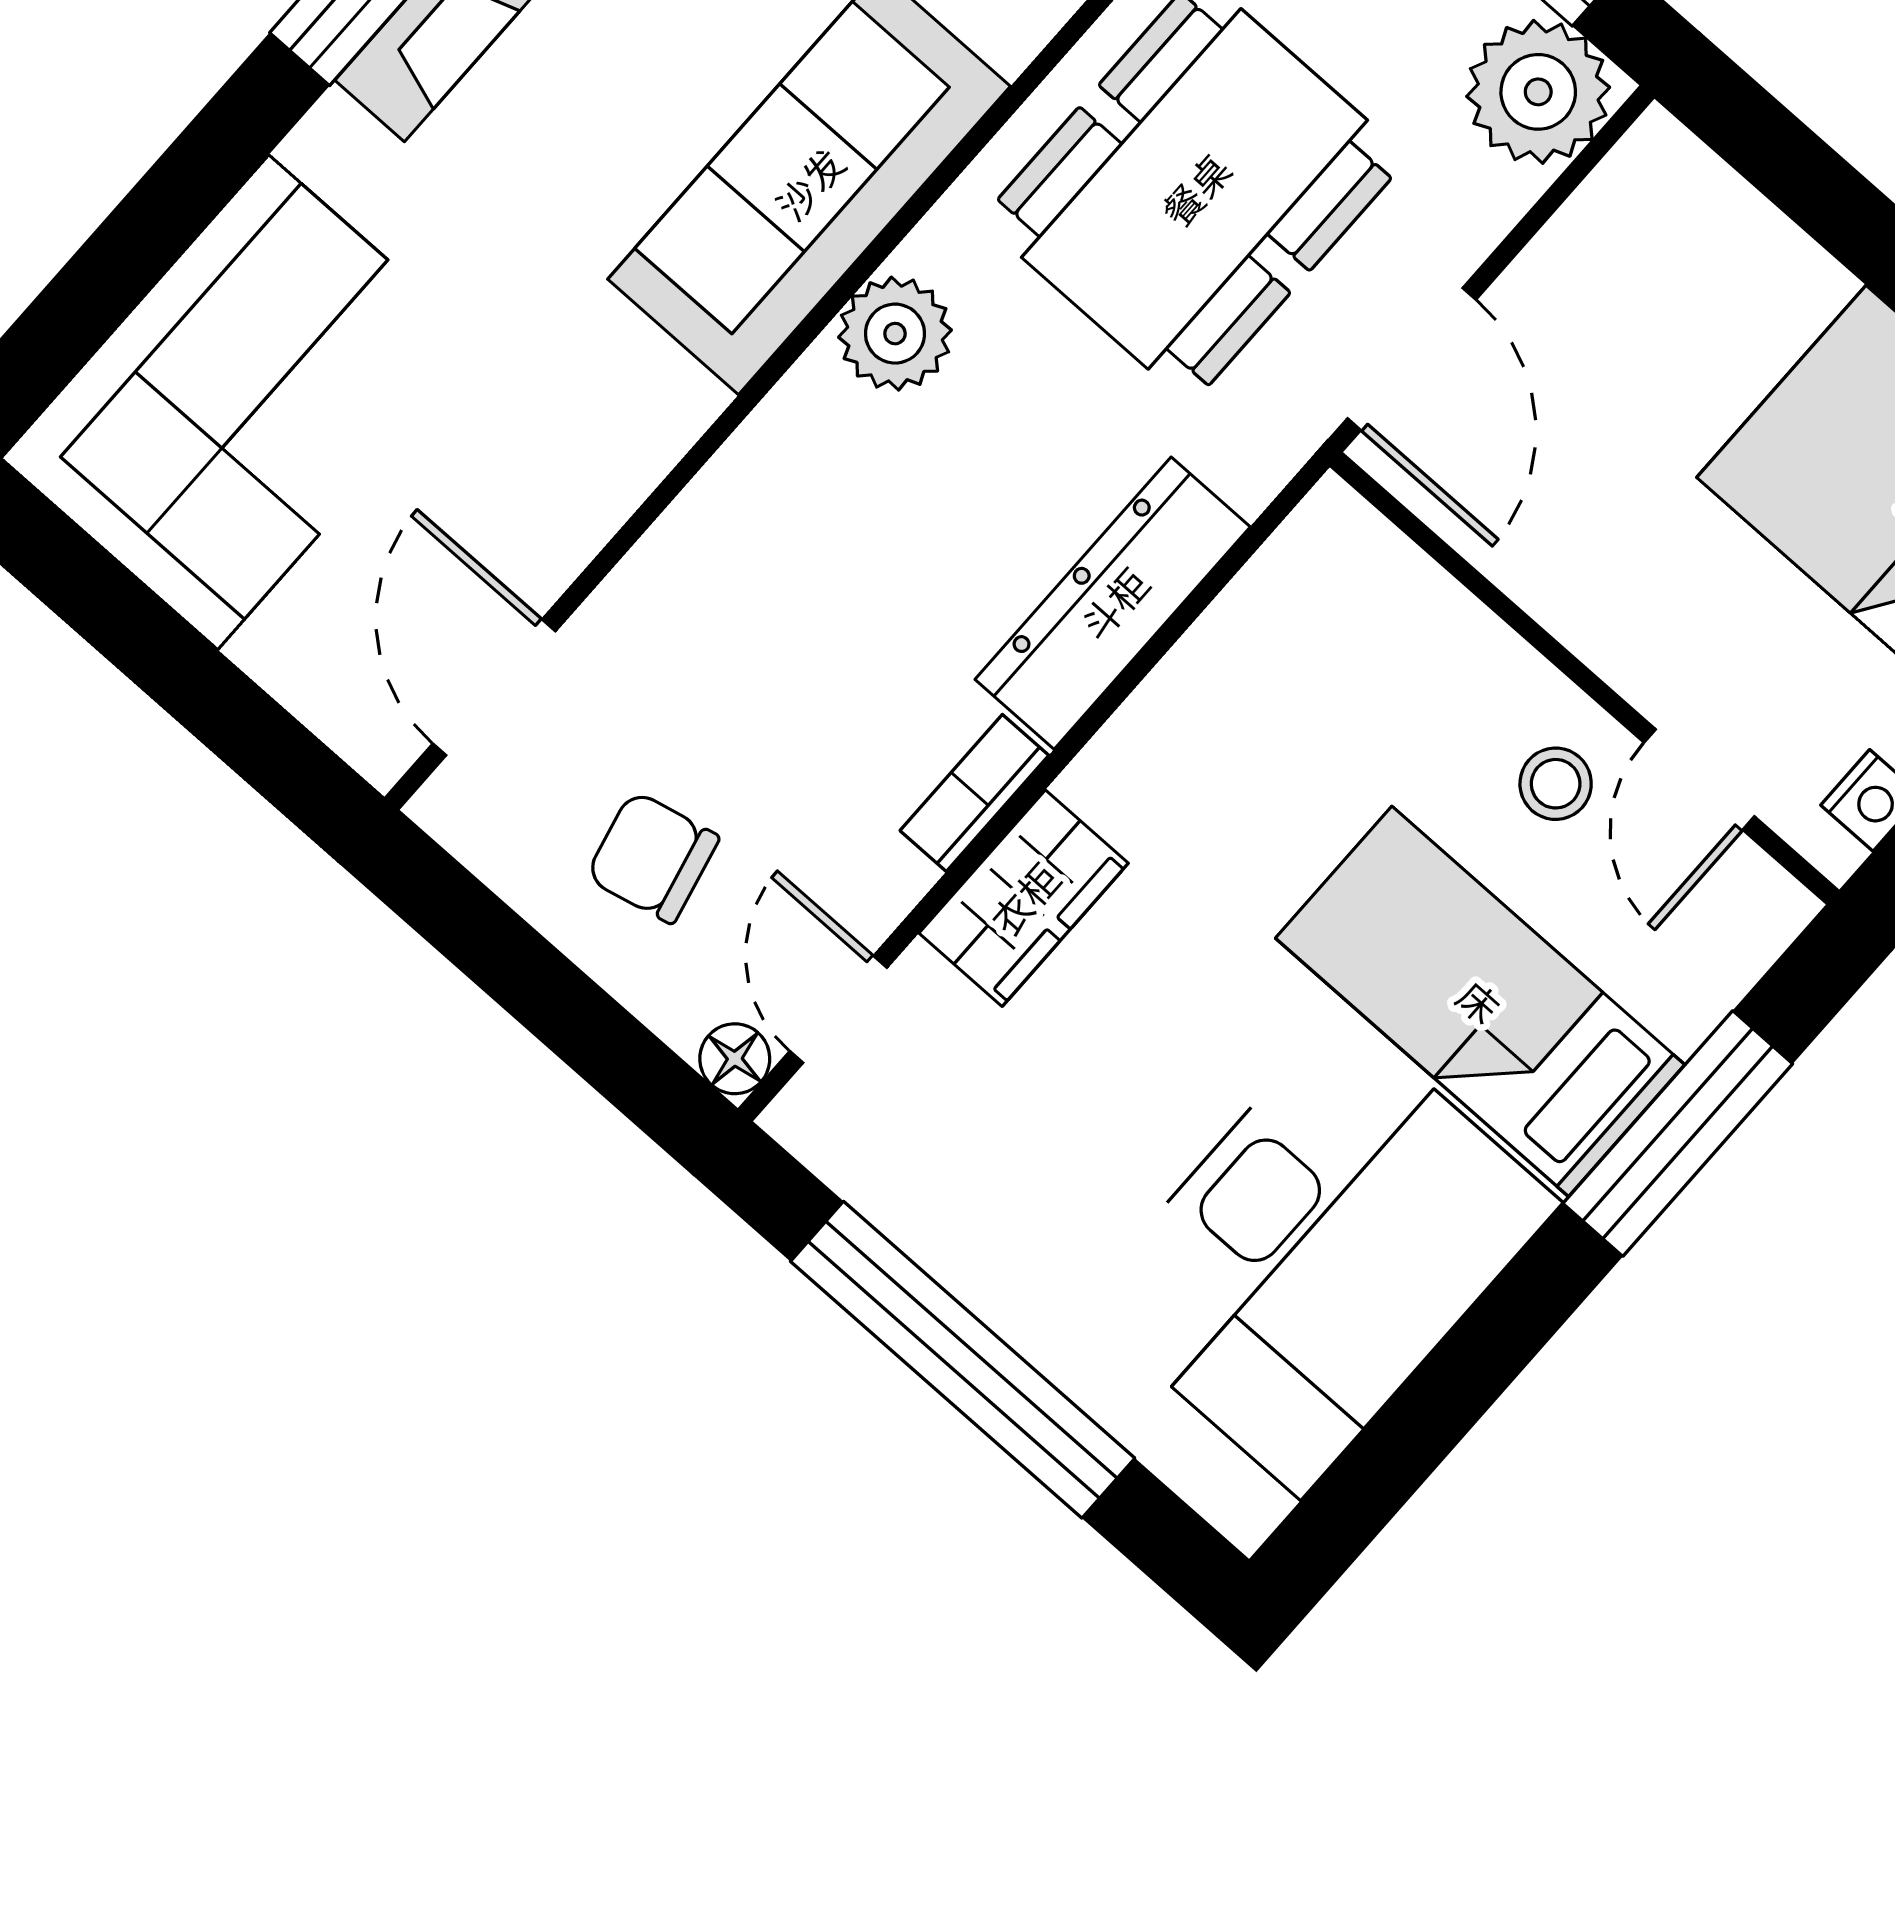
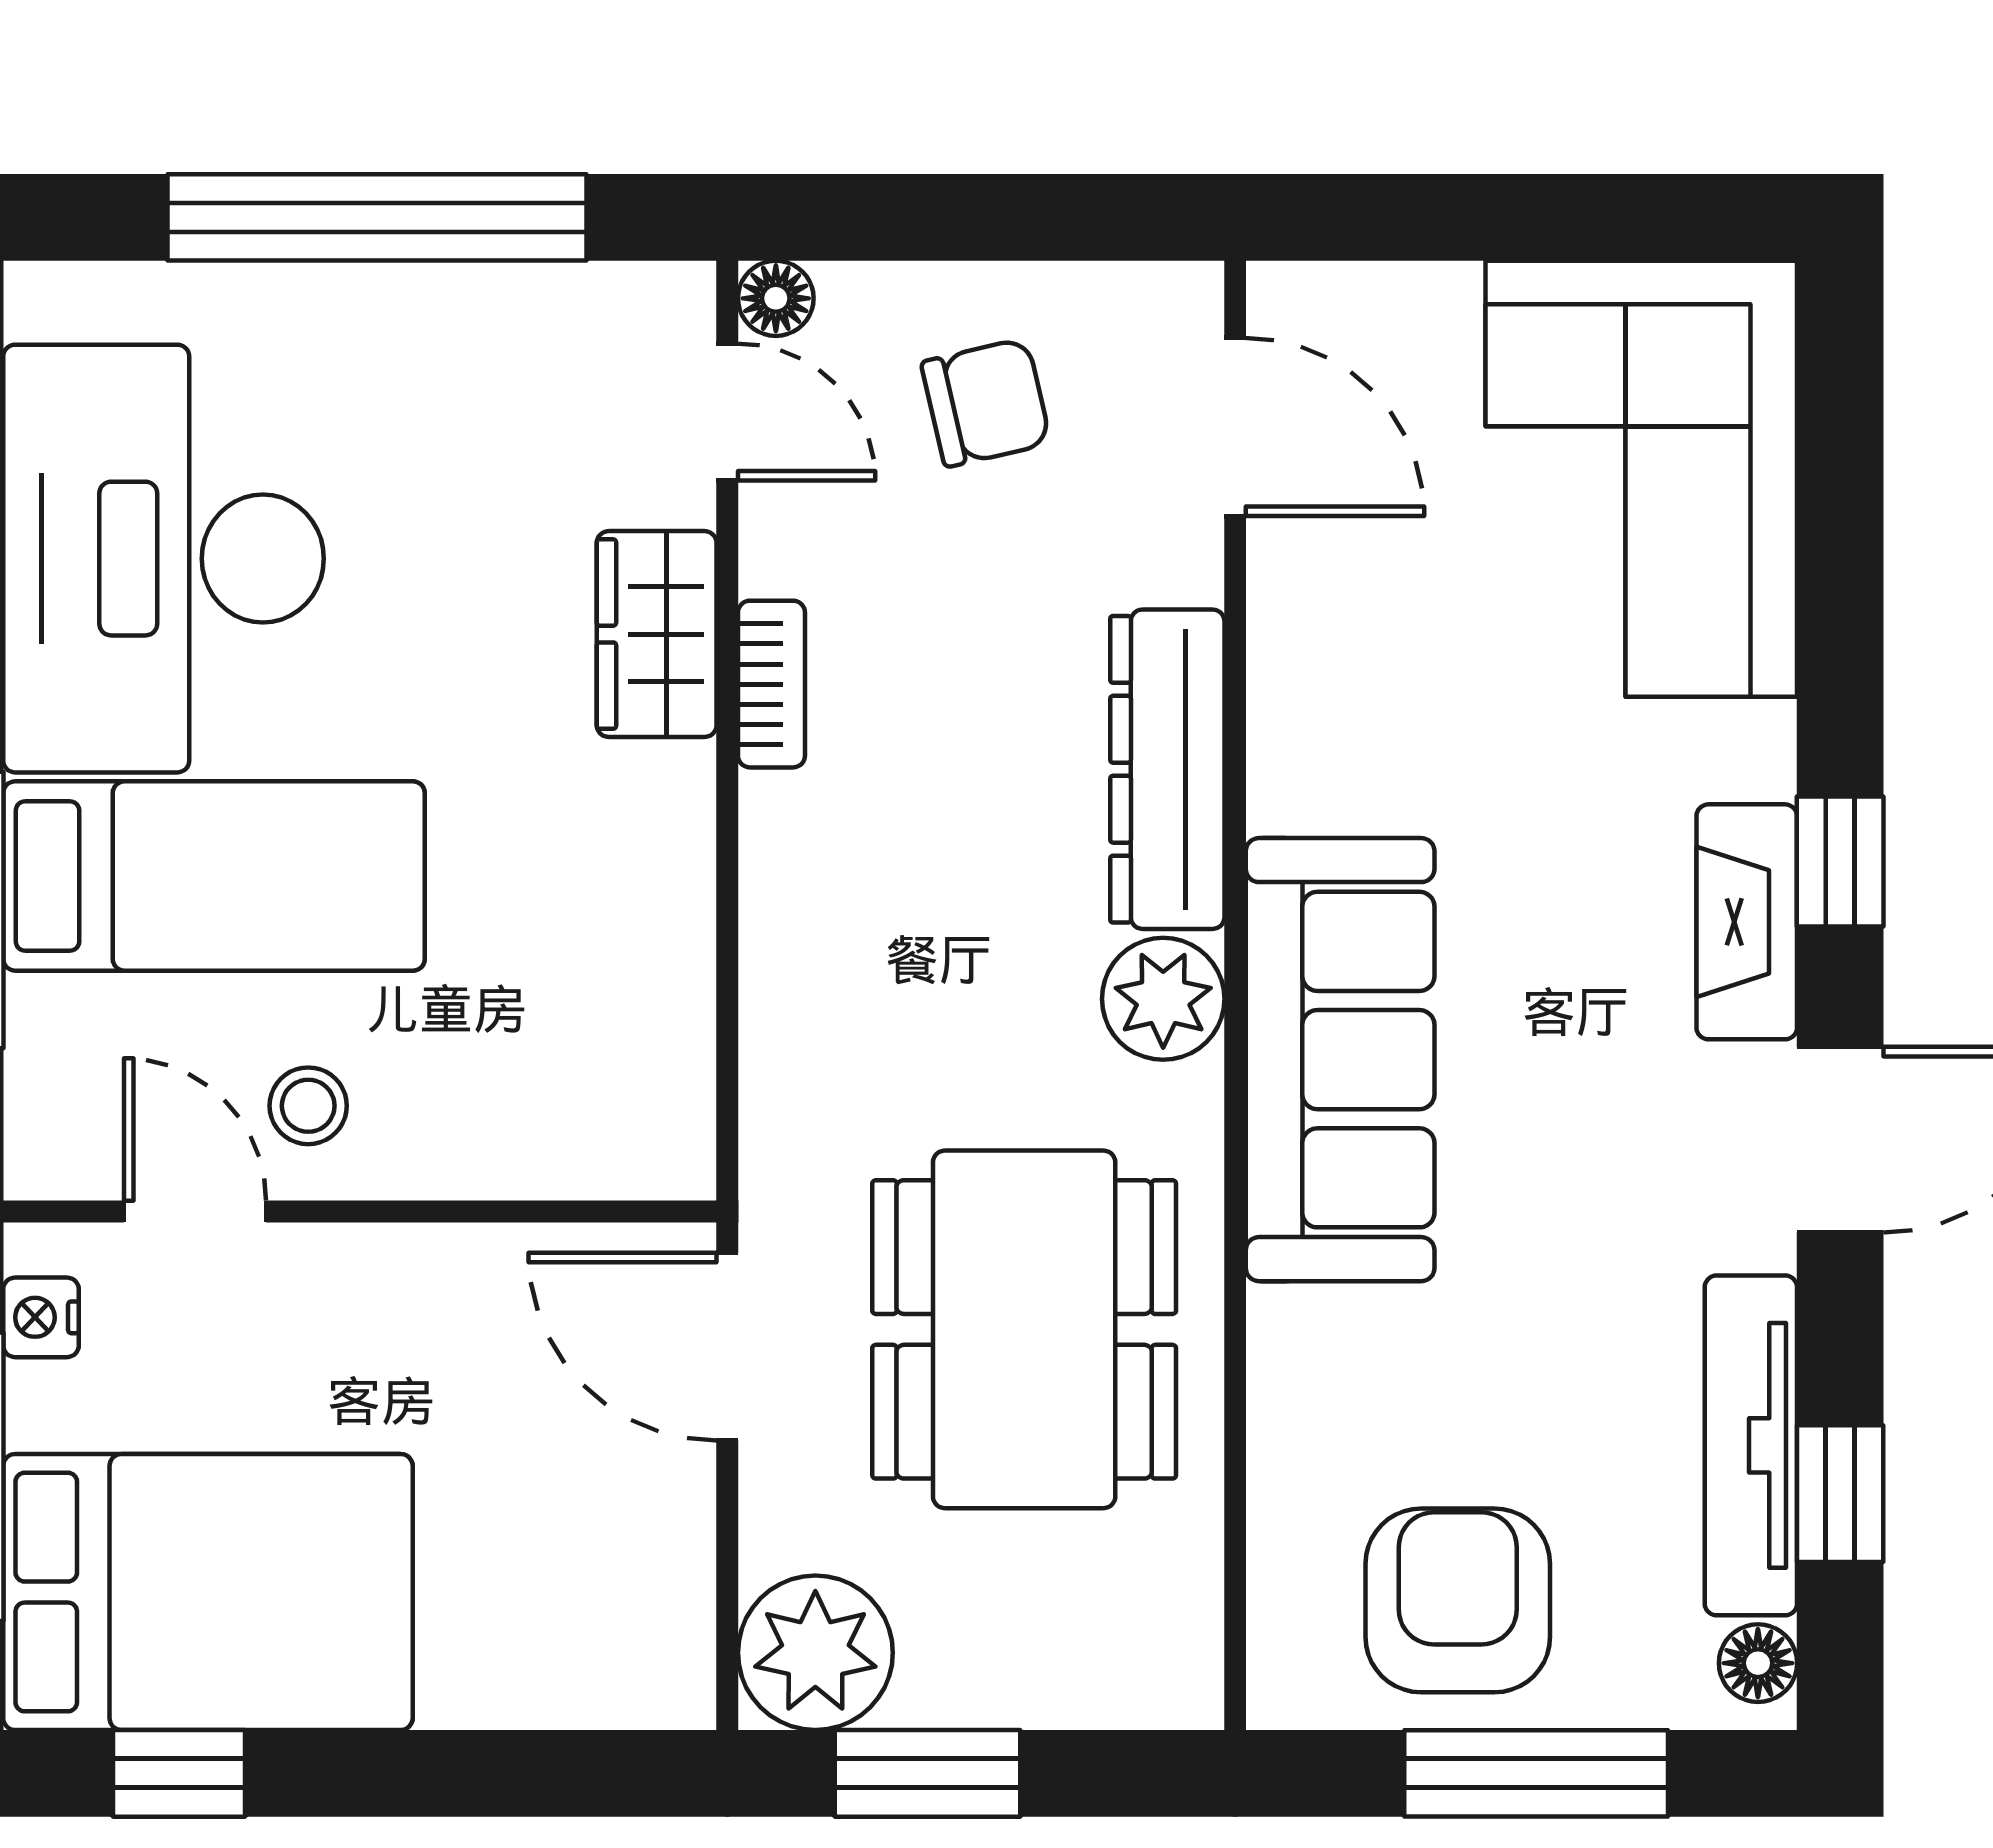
dresser: (1113, 603) -> (1167, 769), moved, turned 180

